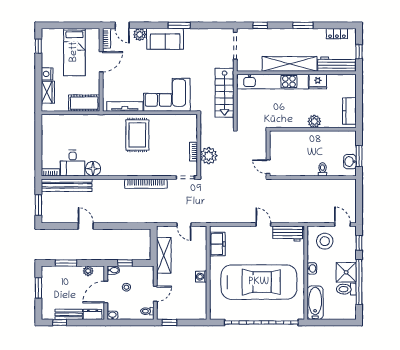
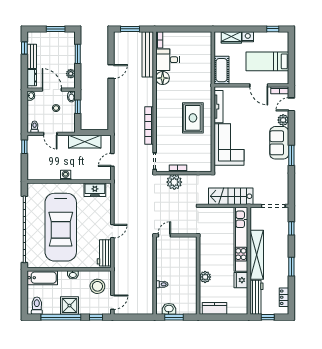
rug: (137, 135) -> (193, 118), turned 90
toilet: (346, 289) -> (37, 306), moved

